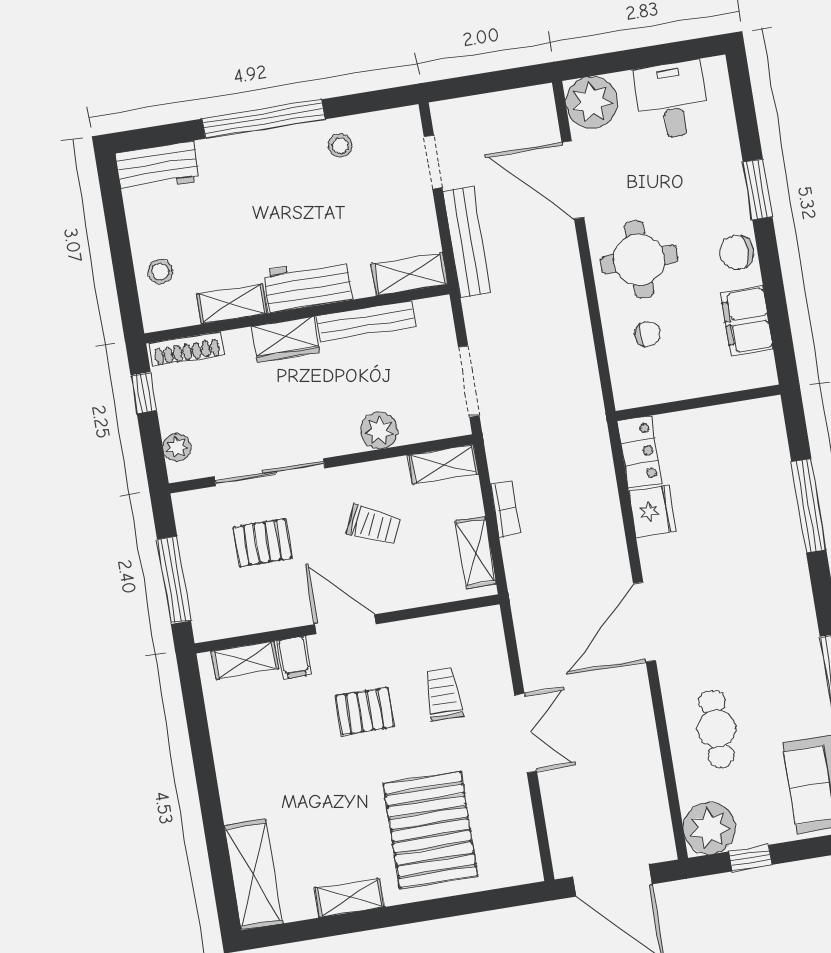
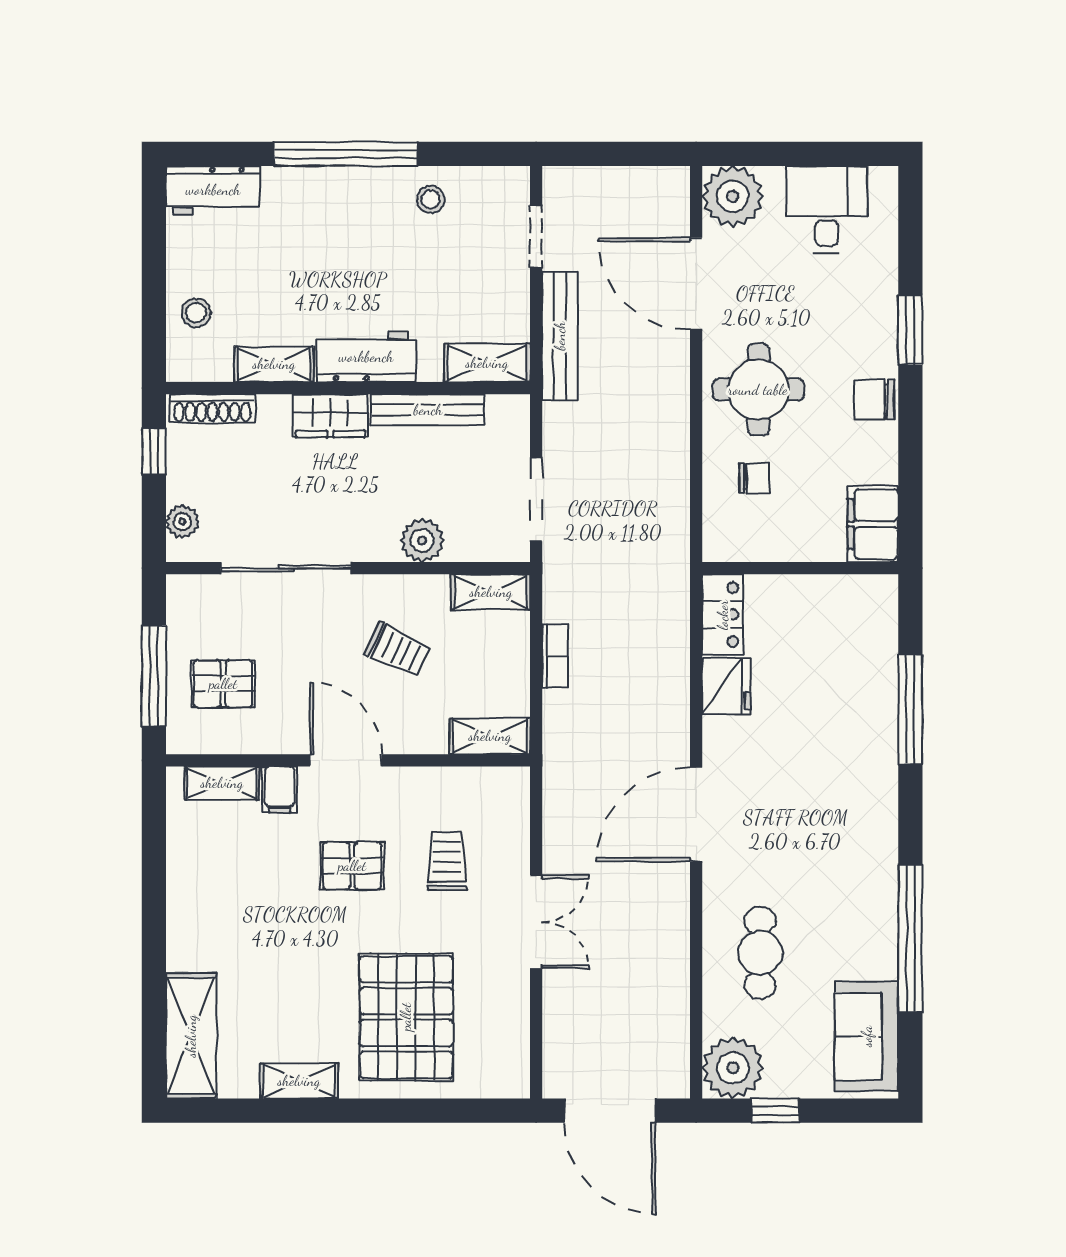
filing cabinet: (747, 321) -> (873, 524), moved
pallet: (262, 543) -> (223, 684), moved
shelving: (476, 552) -> (490, 736), moved, turned 90

